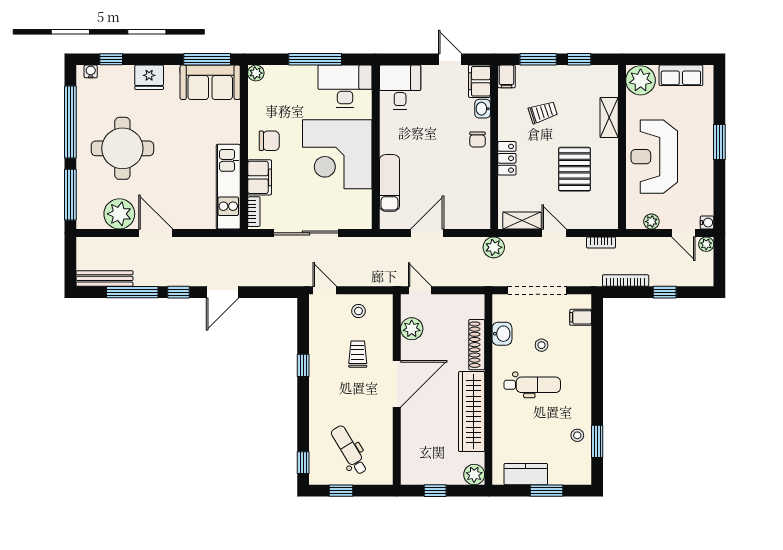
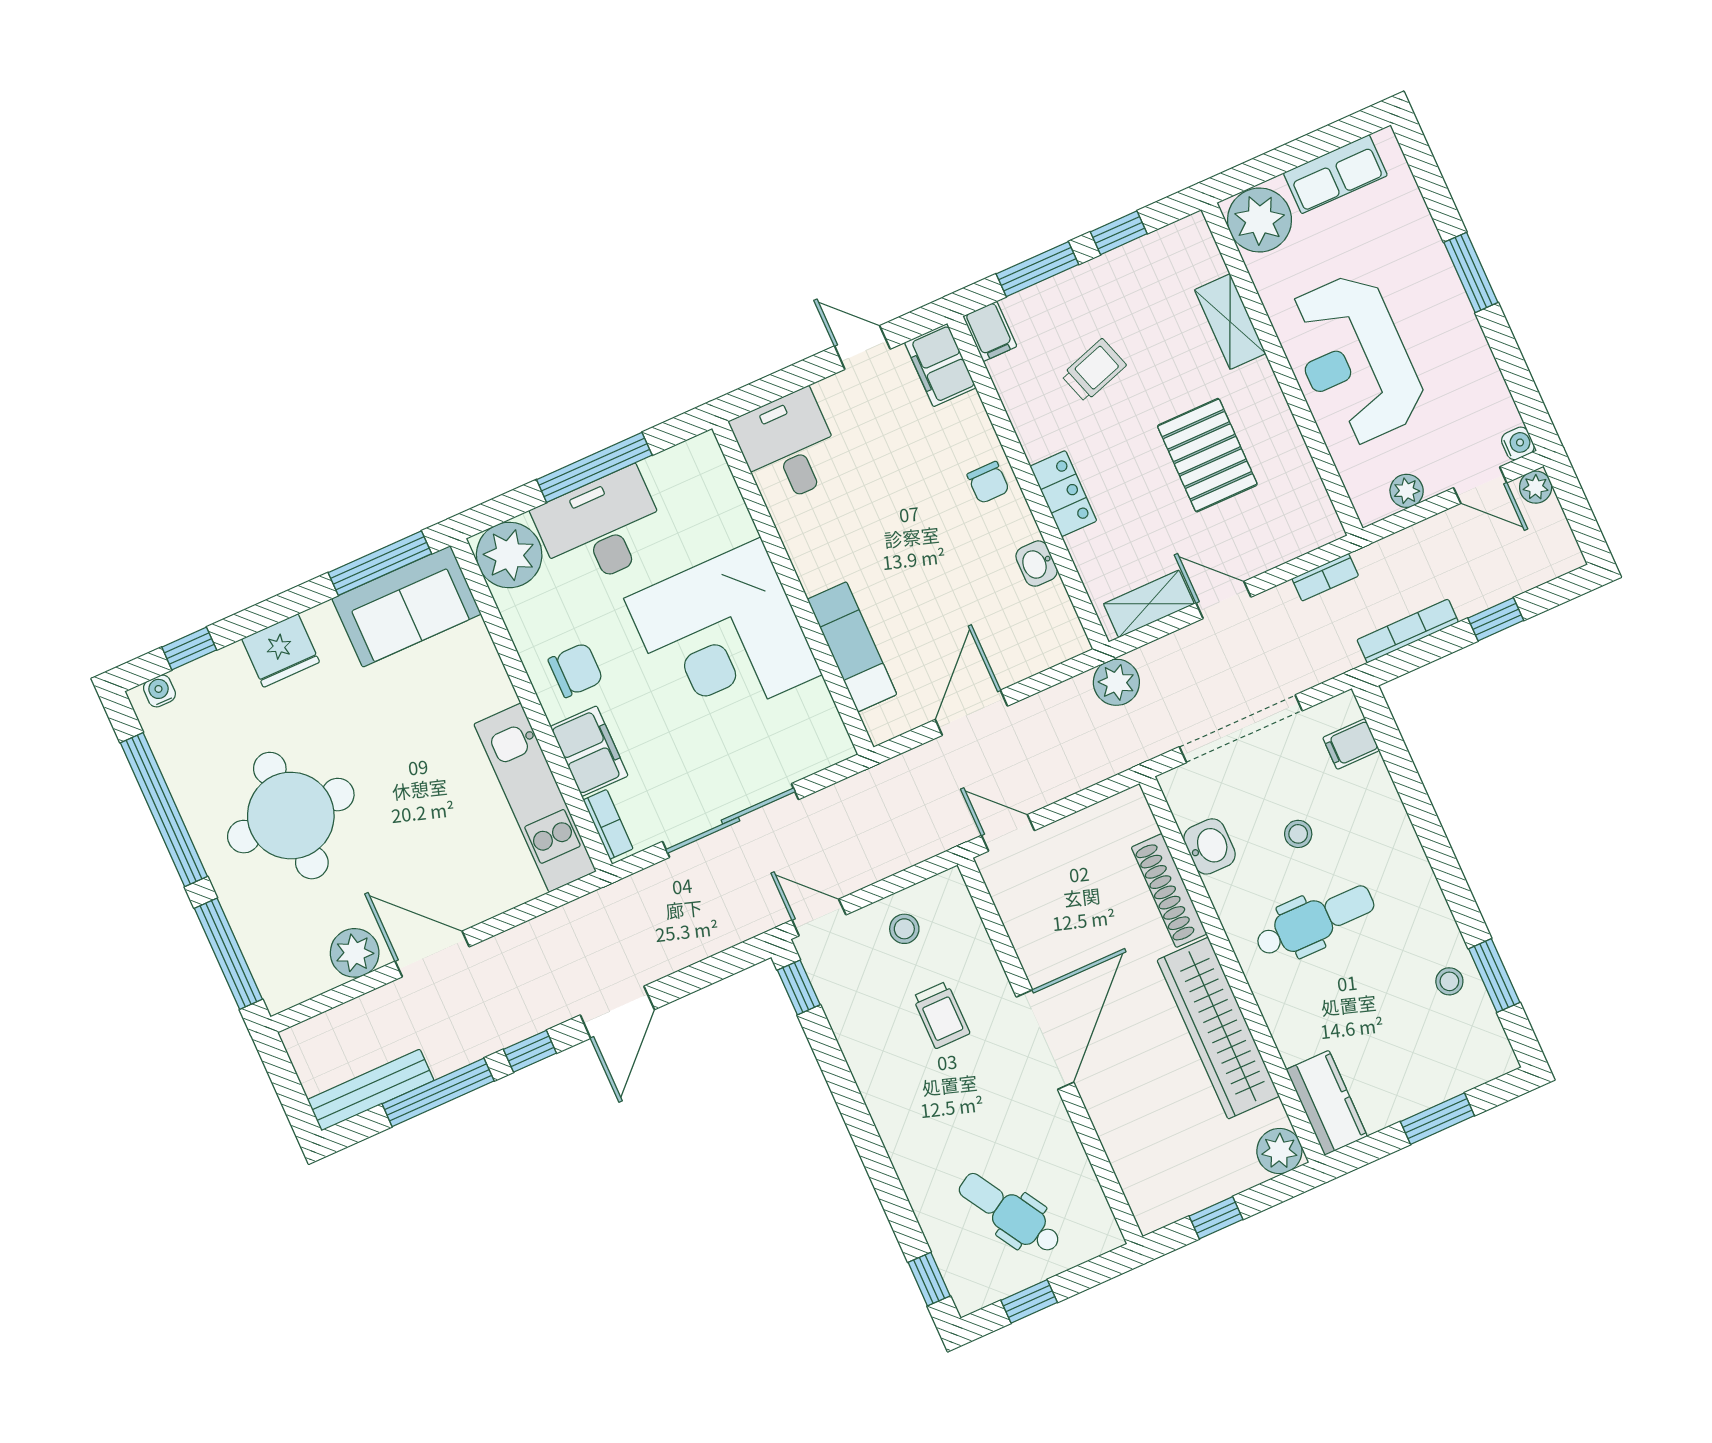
plant: (256, 73) -> (509, 555), width x1.87, depth x1.87
desk: (345, 86) -> (601, 528), moved
washbasin: (483, 109) -> (1037, 564), moved
plant: (119, 214) -> (355, 953), width x0.73, depth x0.73
plant: (412, 329) -> (1026, 917), removed
trolley: (358, 354) -> (941, 1015), turned 180
window: (303, 365) -> (799, 987), moved
kitchen counter: (526, 474) -> (1327, 1103), moved, turned 90

